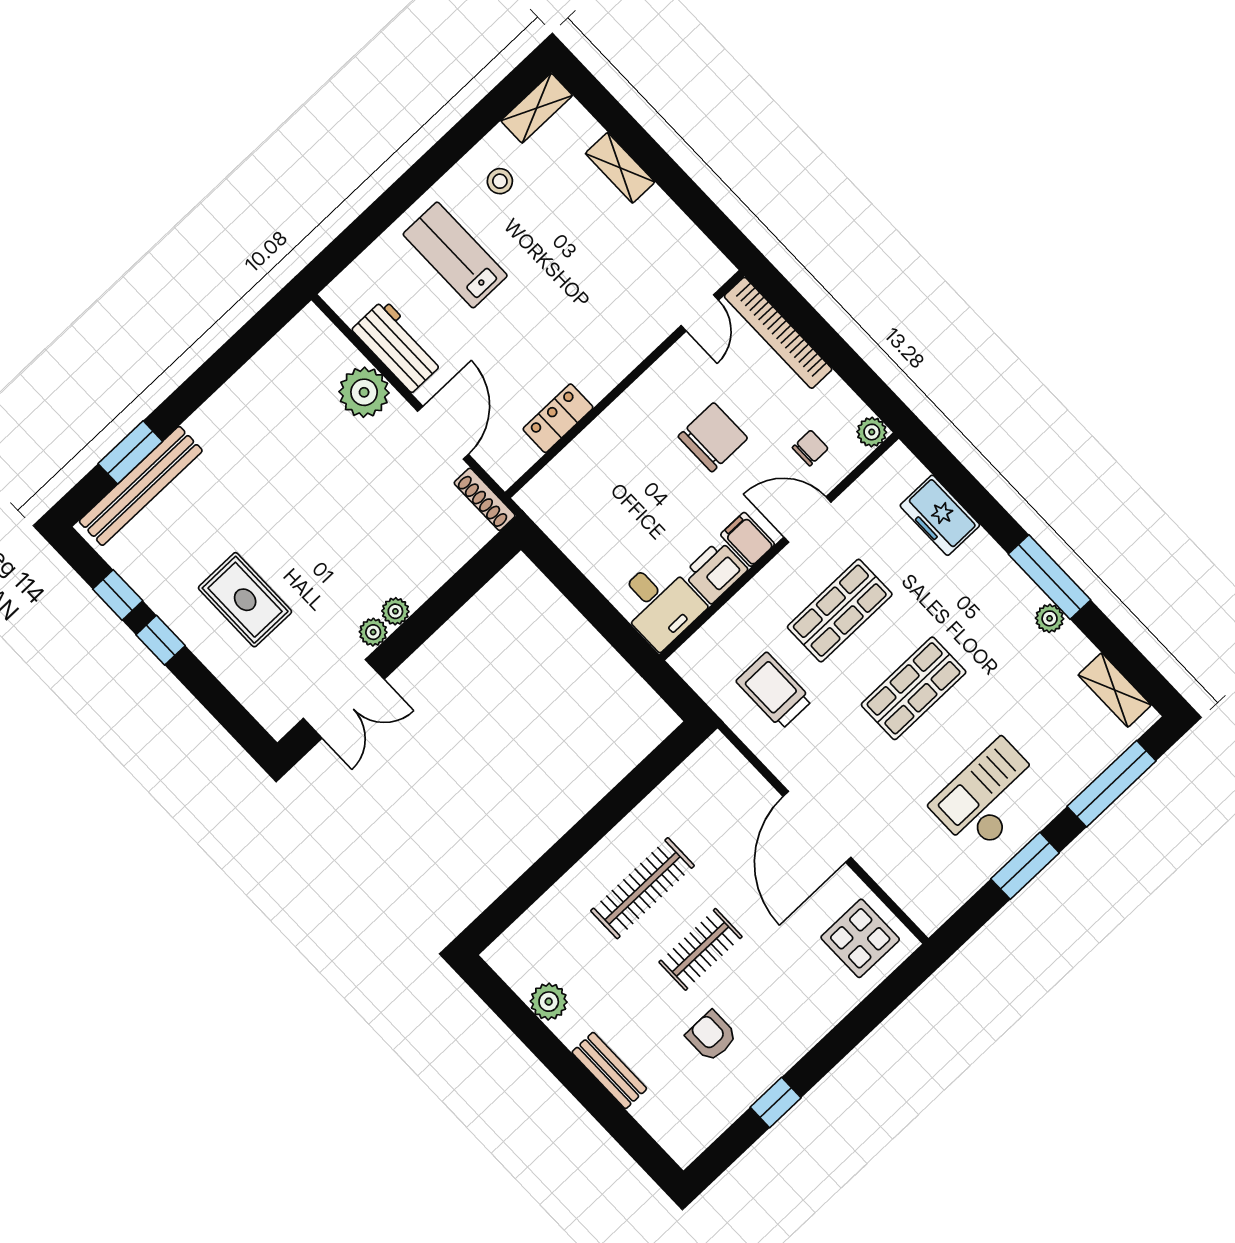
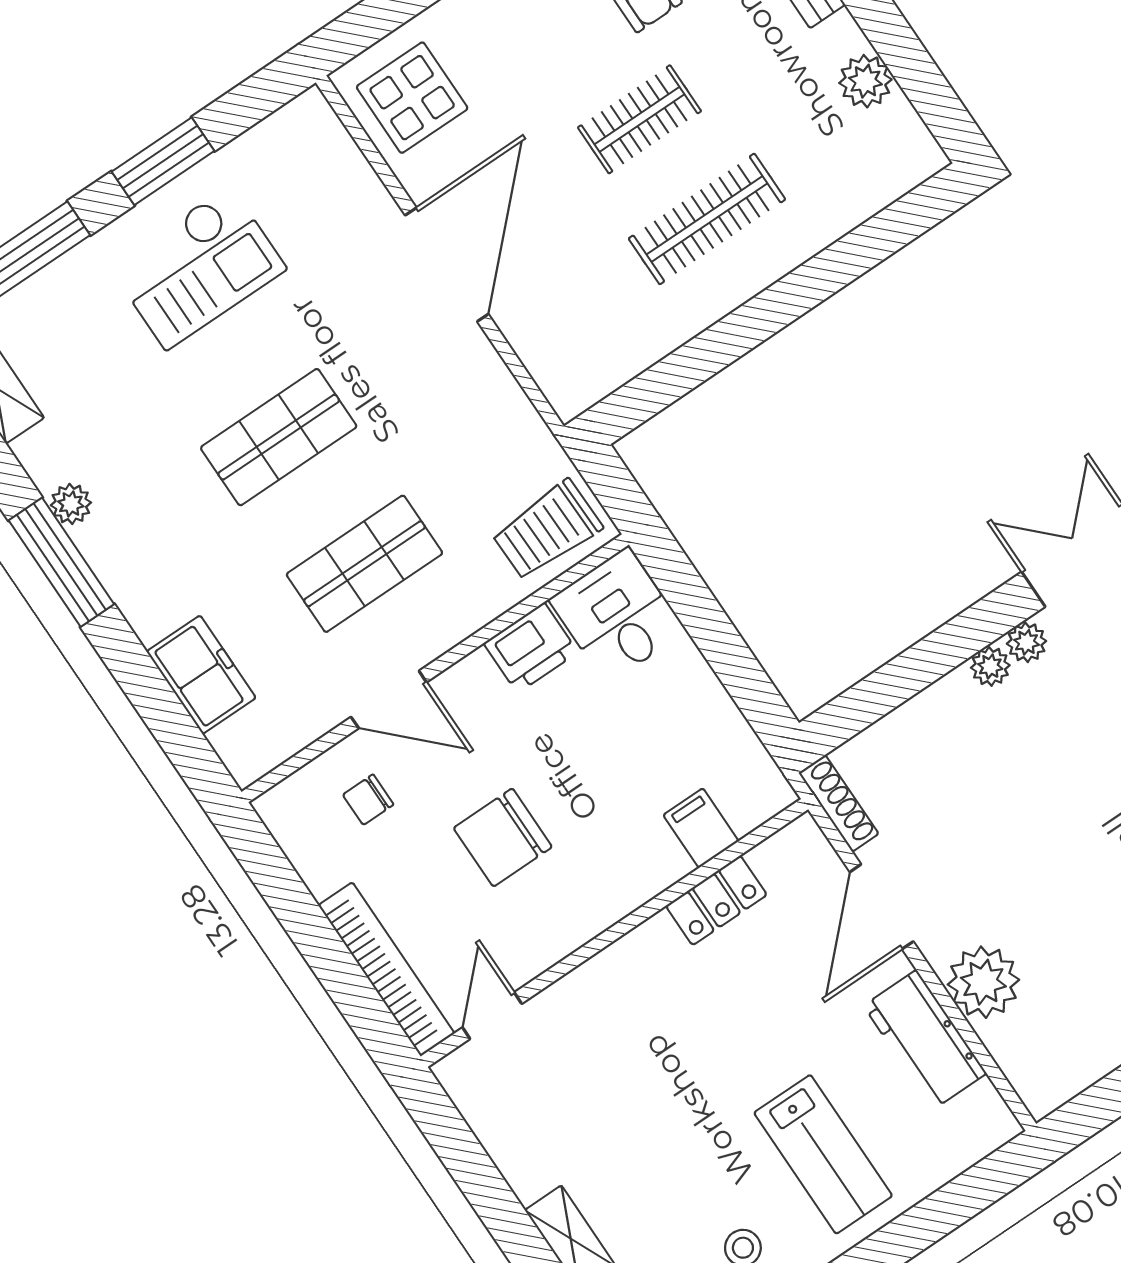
plant: (872, 432) -> (278, 808), removed
filing cabinet: (748, 539) -> (701, 828), moved, turned 180
trolley: (774, 691) -> (547, 530), moved, turned 89

